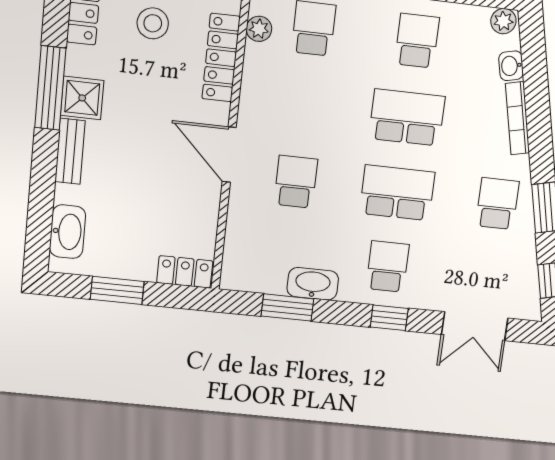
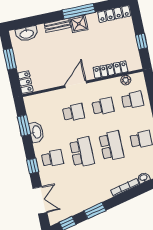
stool: (153, 23) -> (115, 41), removed
school desk: (497, 204) -> (103, 106), moved
double door: (475, 326) -> (40, 200), swing flipped

